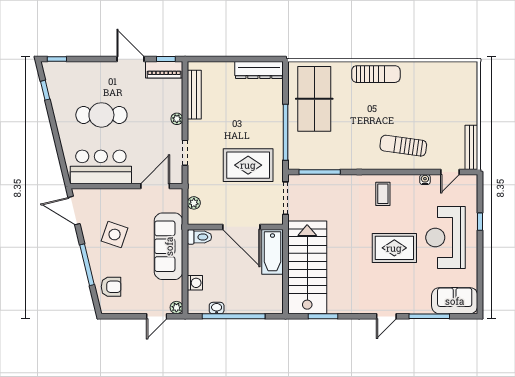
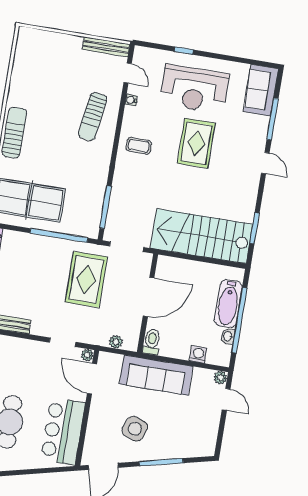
plant: (177, 119) -> (87, 355), moved
bathtub: (272, 252) -> (228, 304), moved, turned 90
armchair: (111, 287) -> (188, 441), removed

